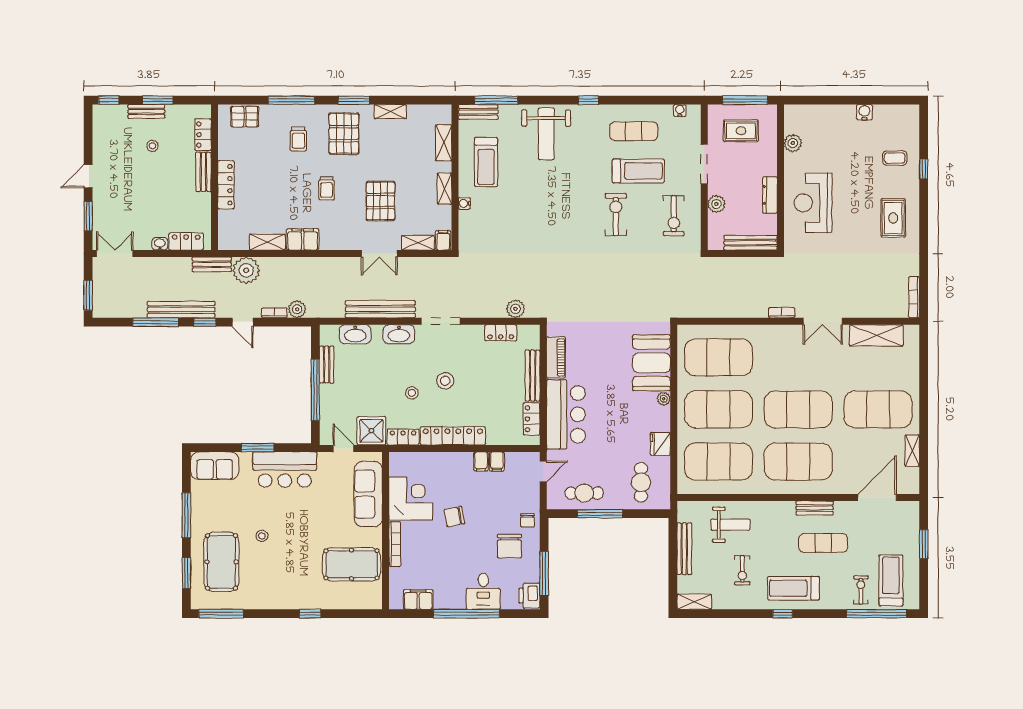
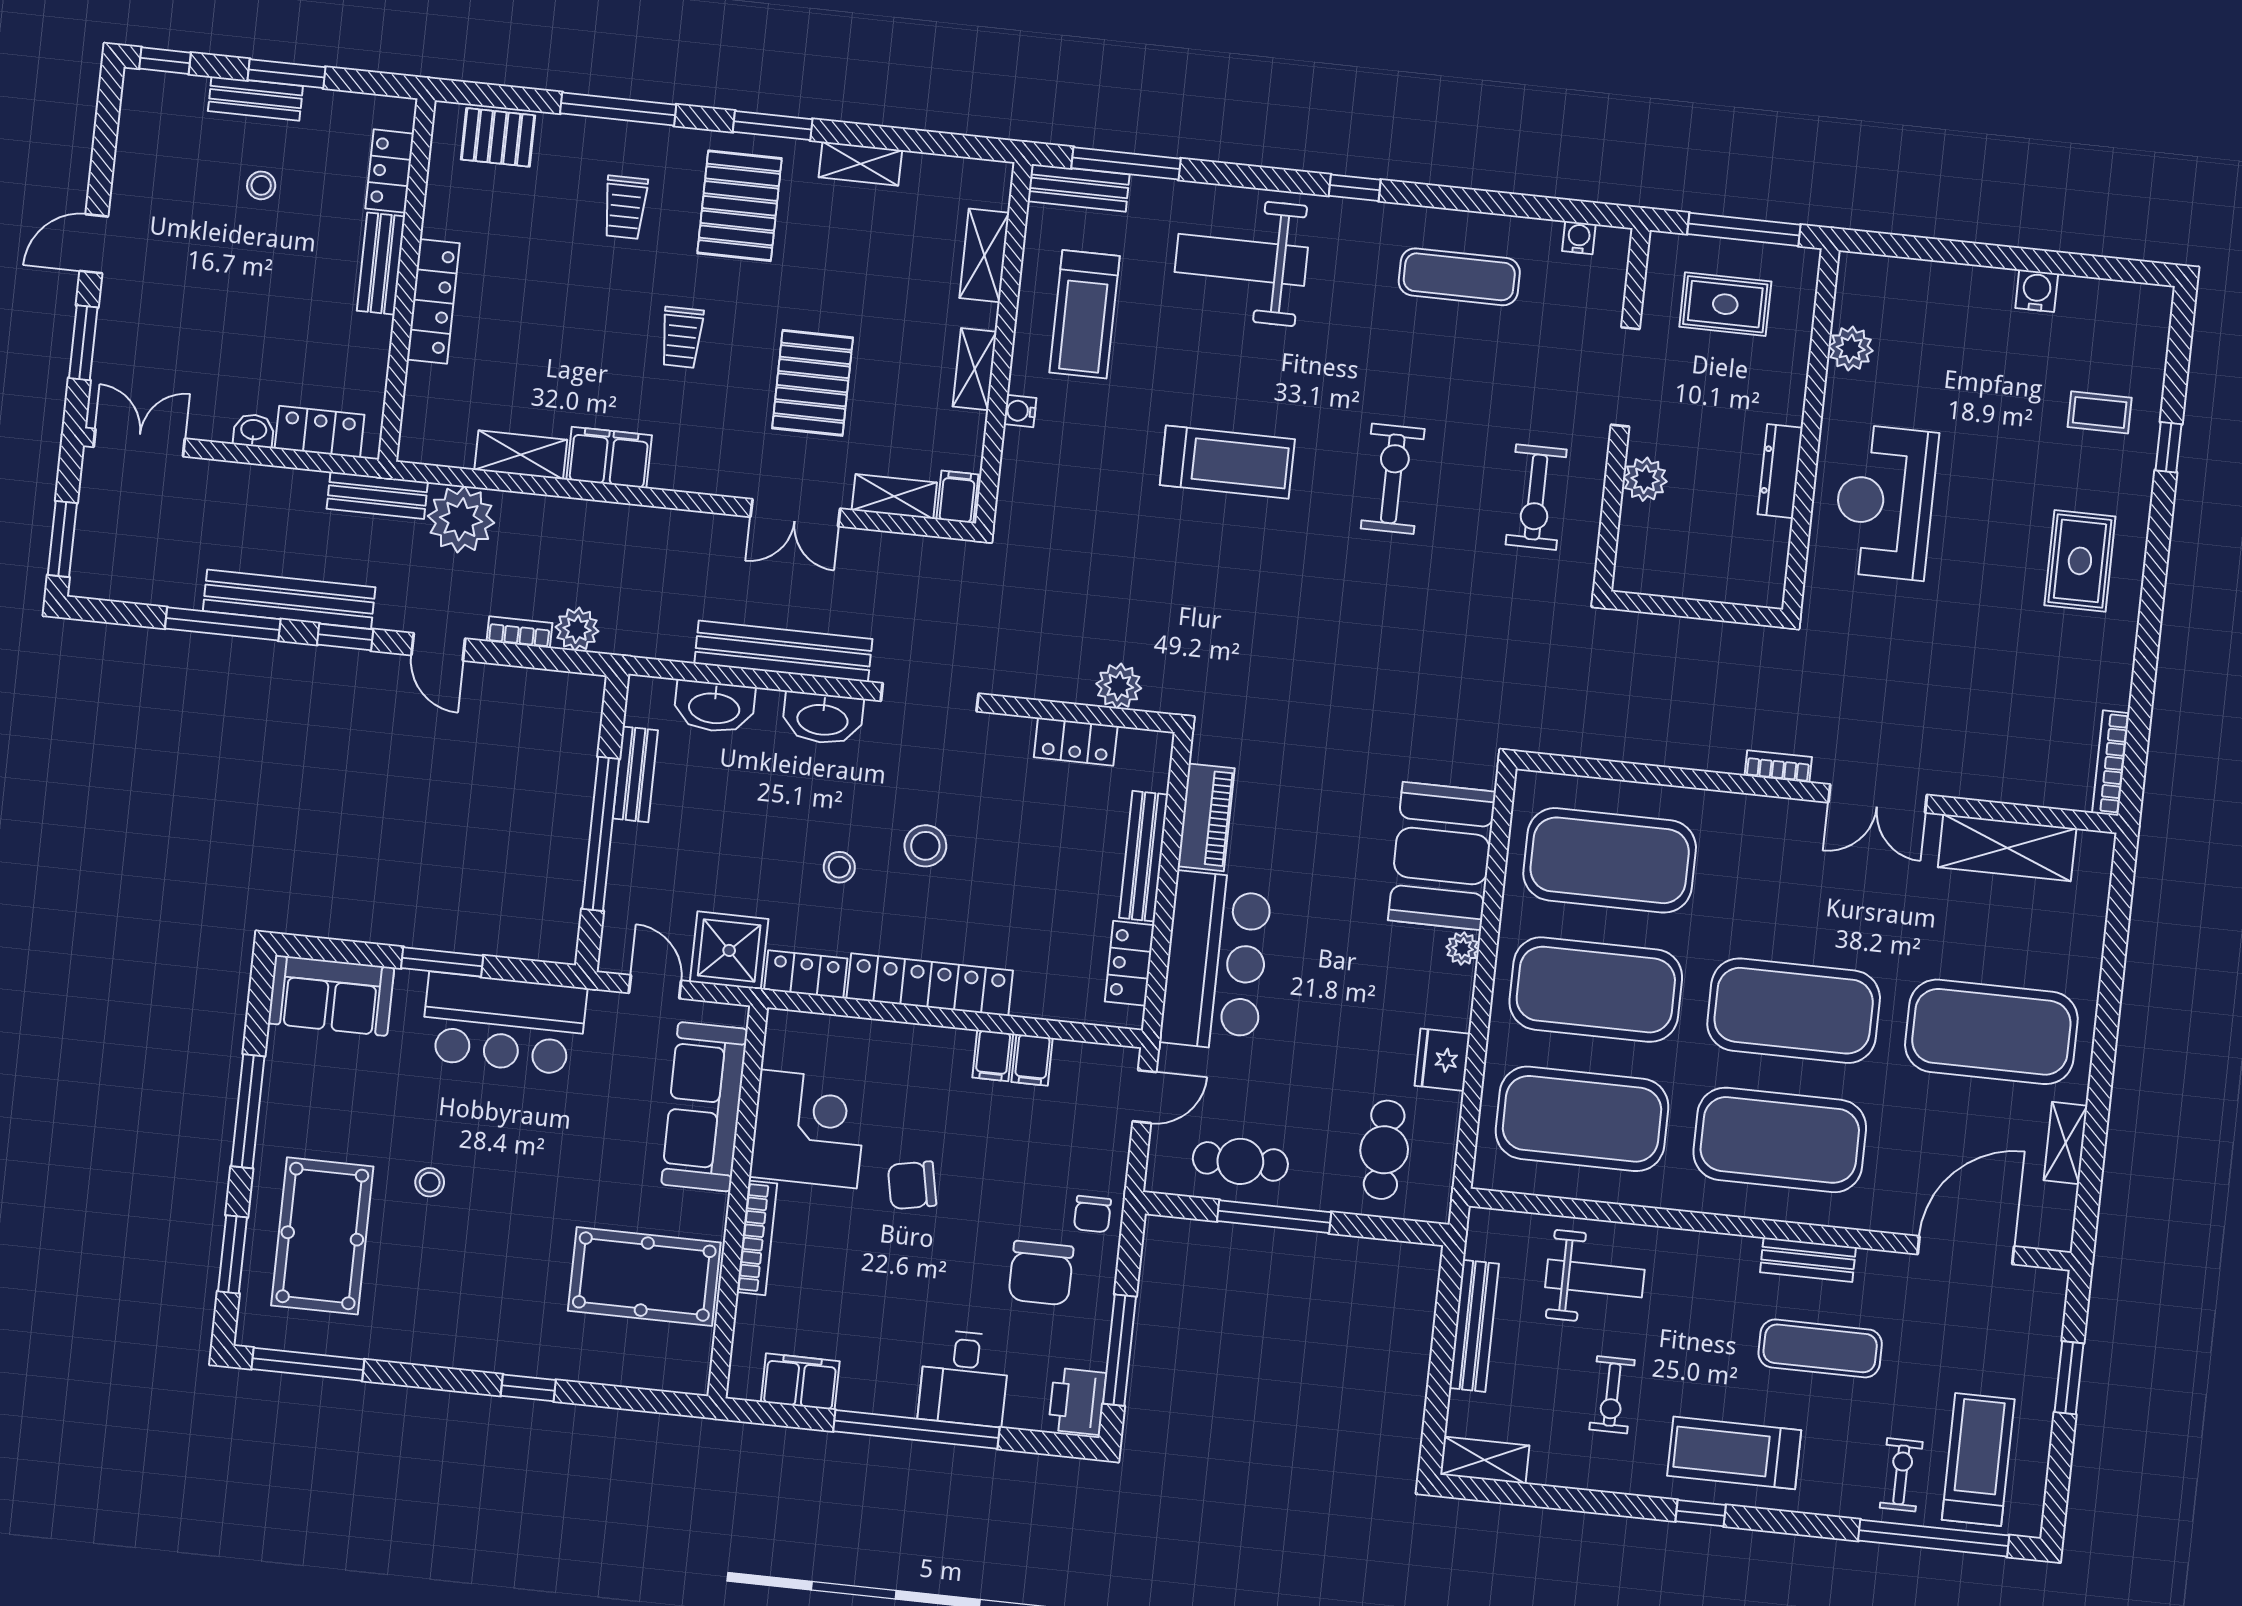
weight bench: (546, 134) -> (1241, 260), turned 90
treadmill: (638, 171) -> (1227, 462), moved
bench: (751, 243) -> (1719, 584), removed

